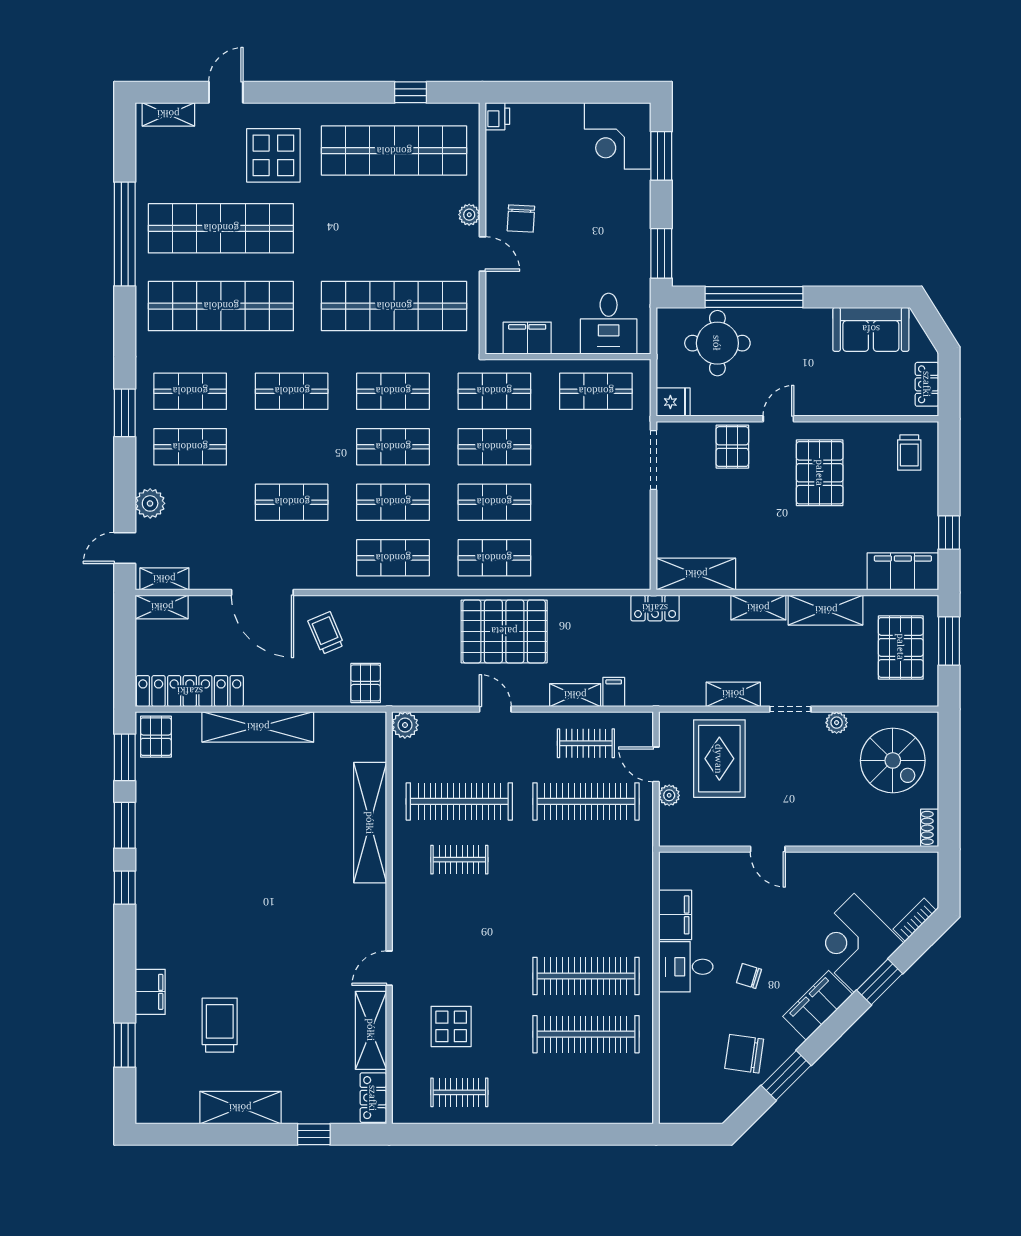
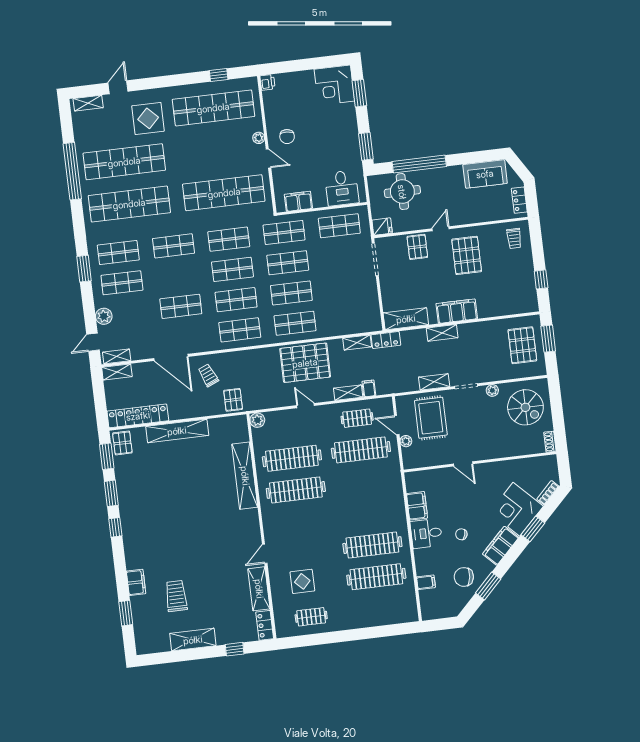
filing cabinet: (903, 571) -> (457, 311), moved
shelving: (826, 610) -> (357, 343), moved, width x0.67, depth x0.75
clothes rail: (459, 860) -> (296, 490), width x1.86, depth x1.31
filing cabinet: (675, 1055) -> (426, 582), added

